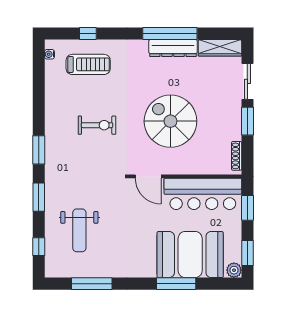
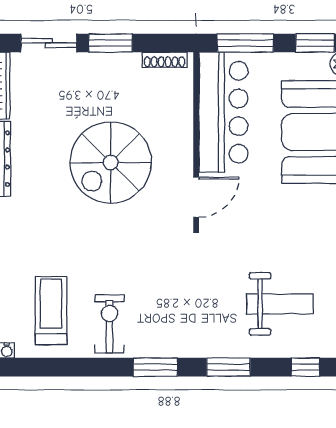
treadmill: (88, 64) -> (51, 311), moved
exercise bike: (97, 125) -> (110, 324), moved
window: (247, 208) -> (245, 43), width x1.44

